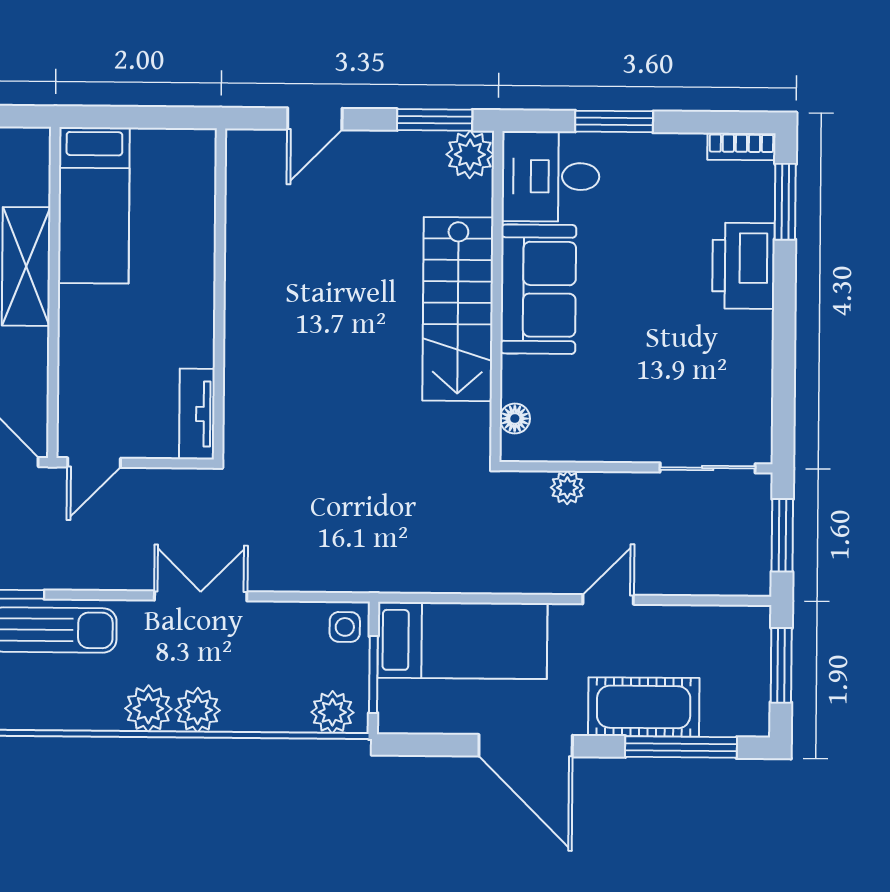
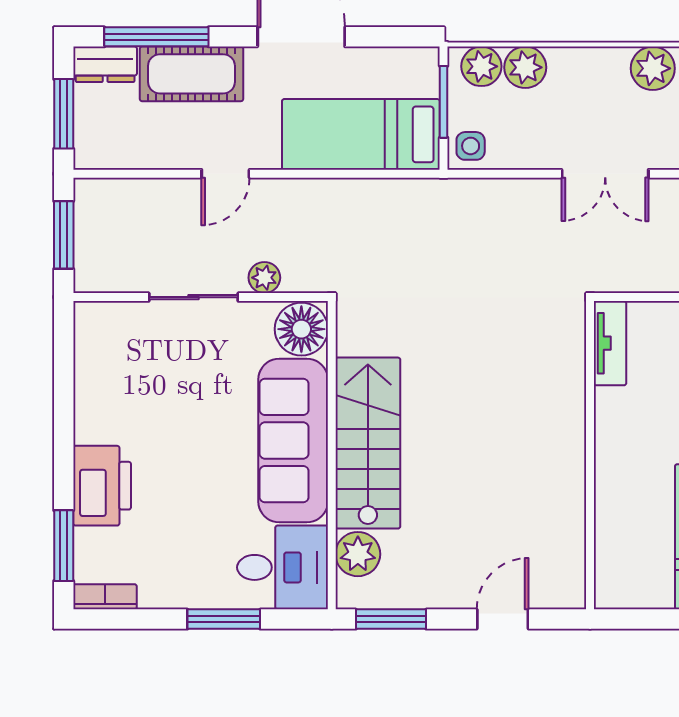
plant: (470, 154) -> (358, 554), moved
sofa: (538, 289) -> (293, 441), width x1.36
floor lamp: (515, 419) -> (301, 329), width x1.89, depth x1.89
sliding door: (708, 468) -> (194, 297), moved
plant: (198, 710) -> (525, 67), moved
dresser: (736, 718) -> (105, 64), added

